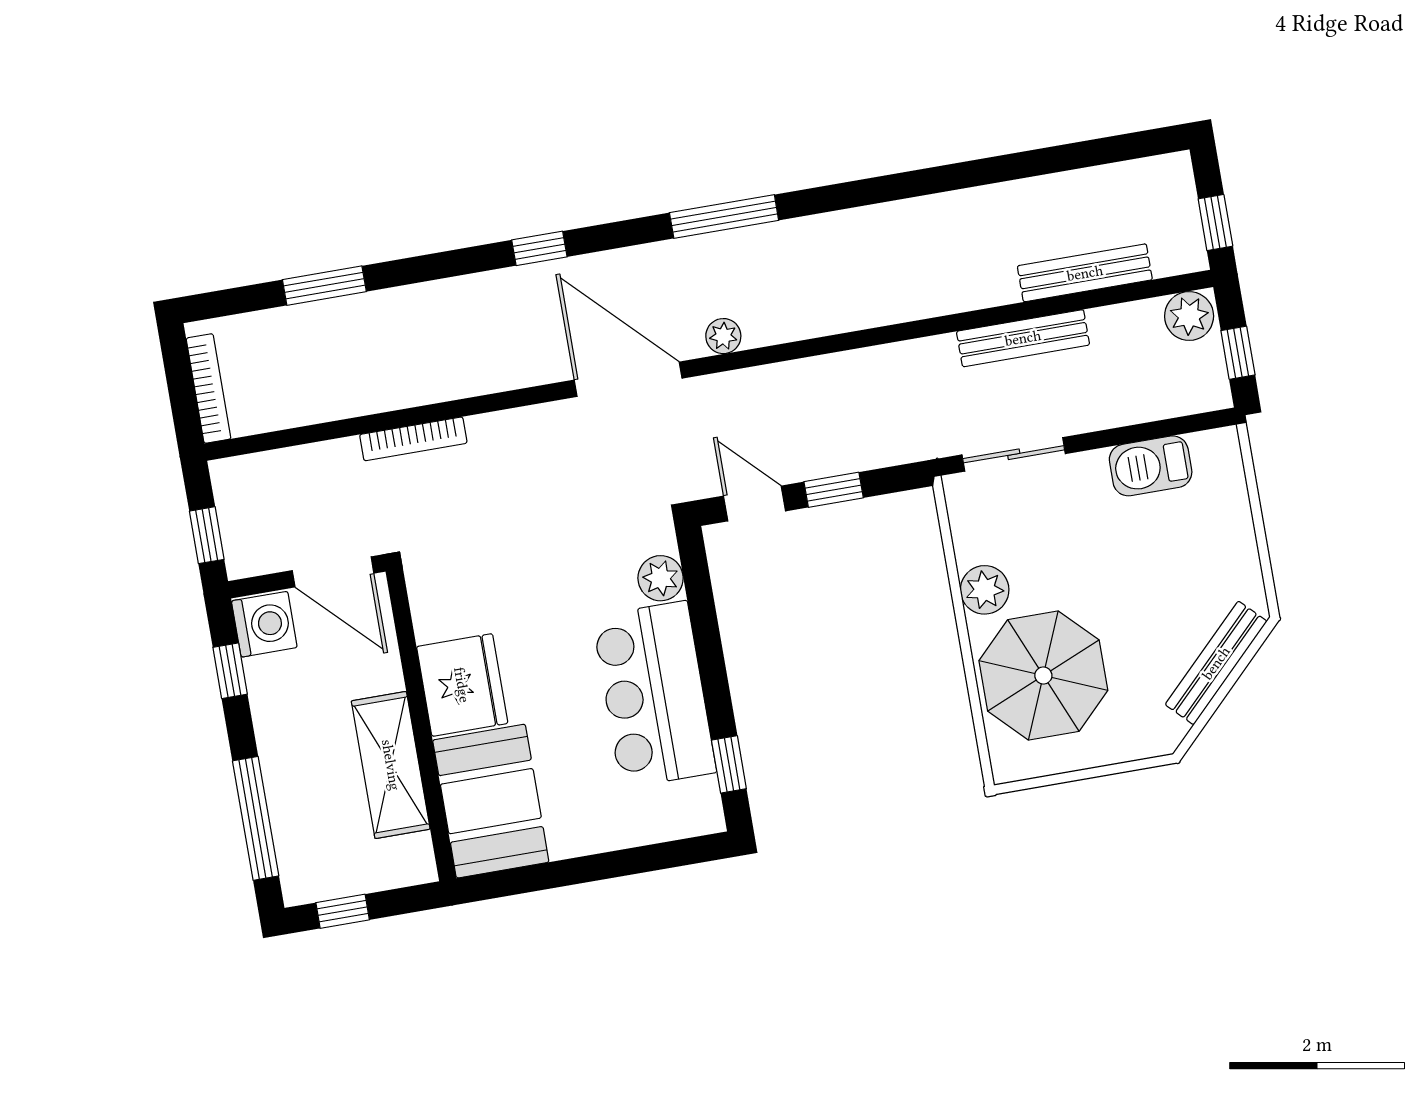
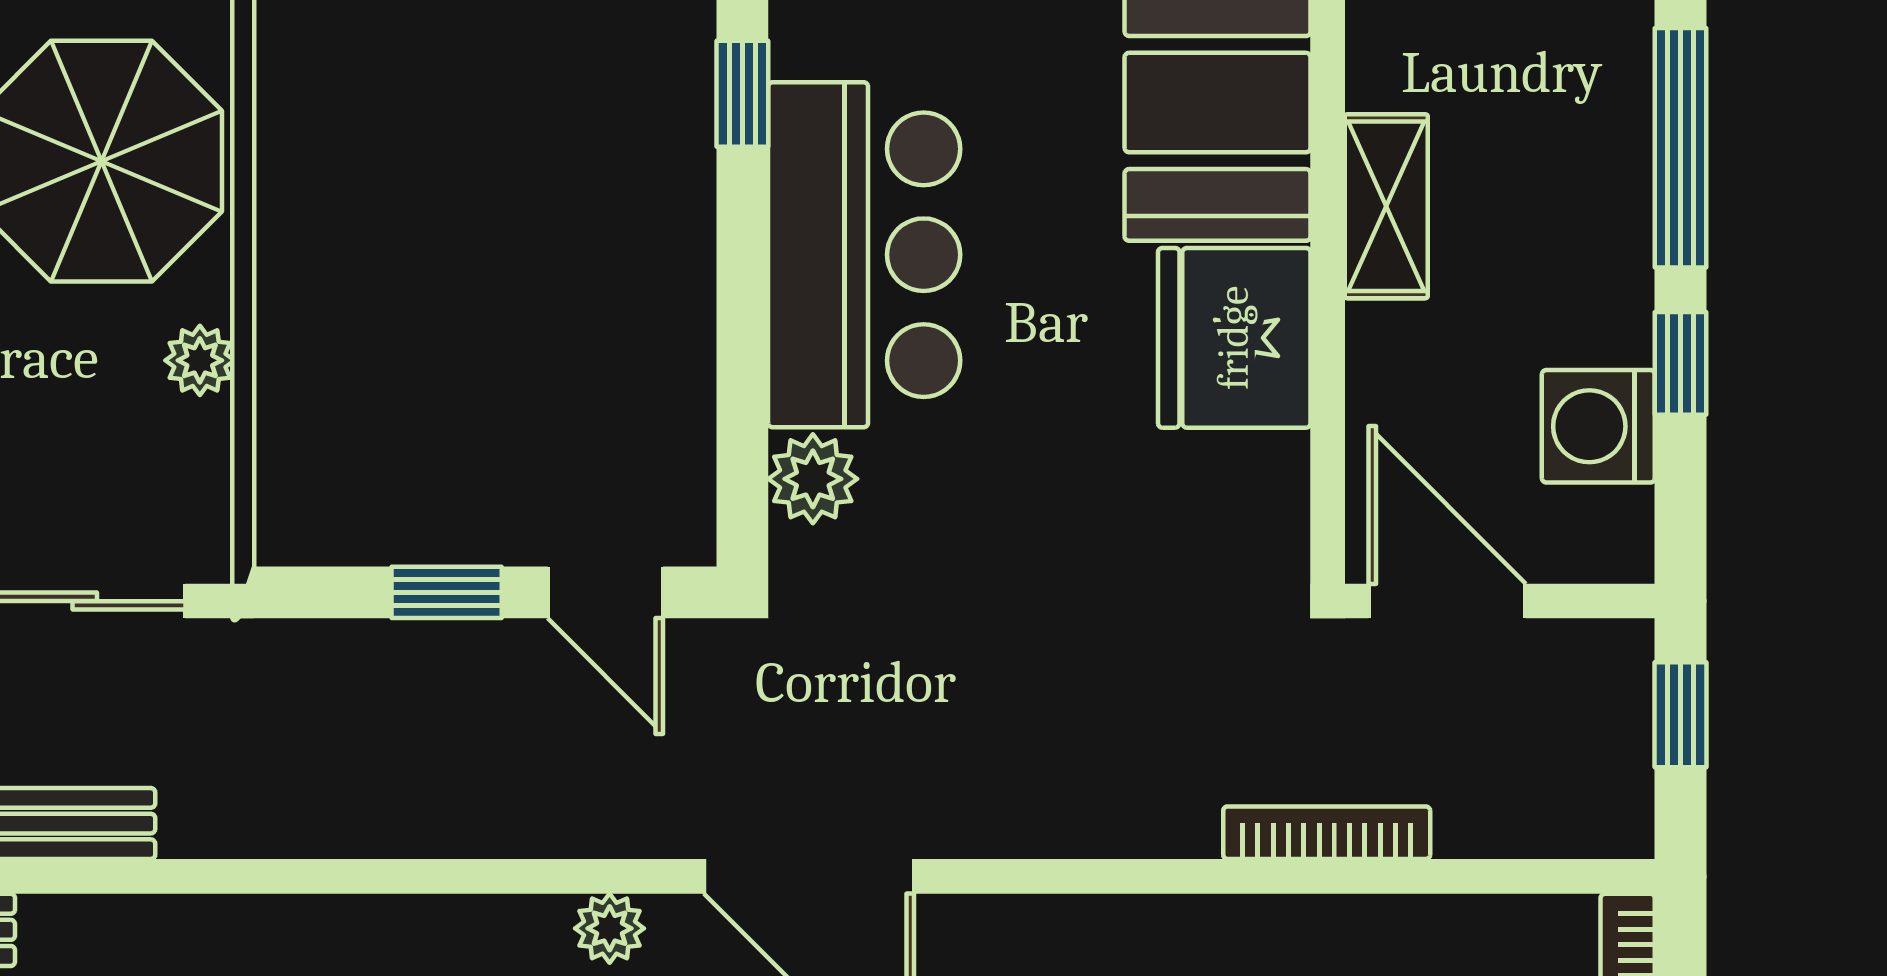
bookcase: (413, 439) -> (1327, 833), moved
plant: (985, 590) -> (200, 360), width x0.73, depth x0.73
washing machine: (264, 624) -> (1598, 426), moved
window: (230, 671) -> (1681, 363), moved
shelving: (391, 765) -> (1386, 206), width x0.67, depth x0.75

